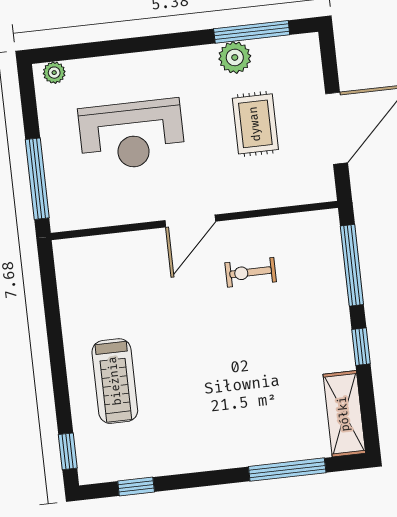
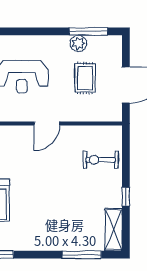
window: (352, 265) -> (126, 155), removed
exercise bike: (251, 272) -> (101, 160), moved, width x1.38, depth x1.39

